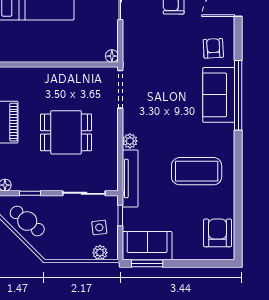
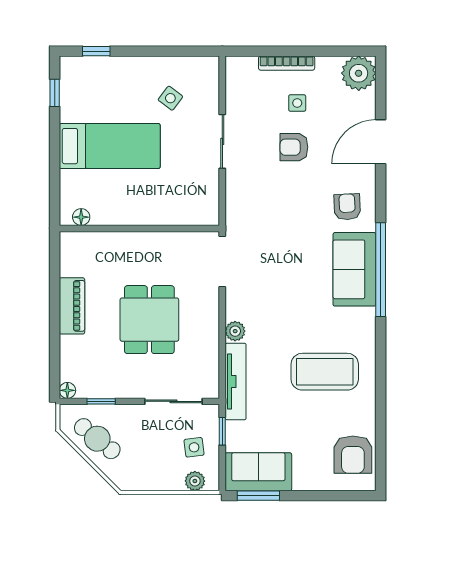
floor lamp: (112, 56) -> (81, 217), moved
dining table: (66, 132) -> (149, 320), turned 90
armchair: (218, 233) -> (353, 455), turned 180

